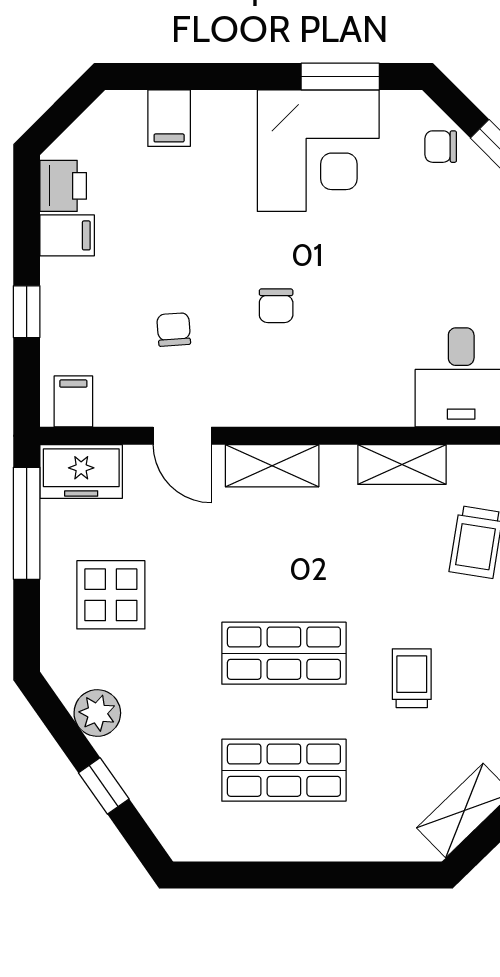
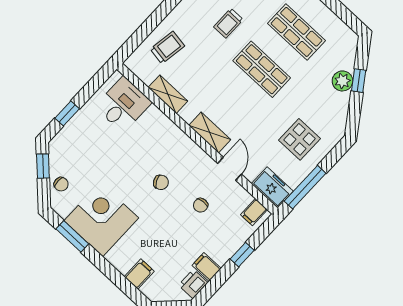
chair: (276, 306) -> (161, 182), turned 63
plant: (97, 713) -> (342, 81), moved

